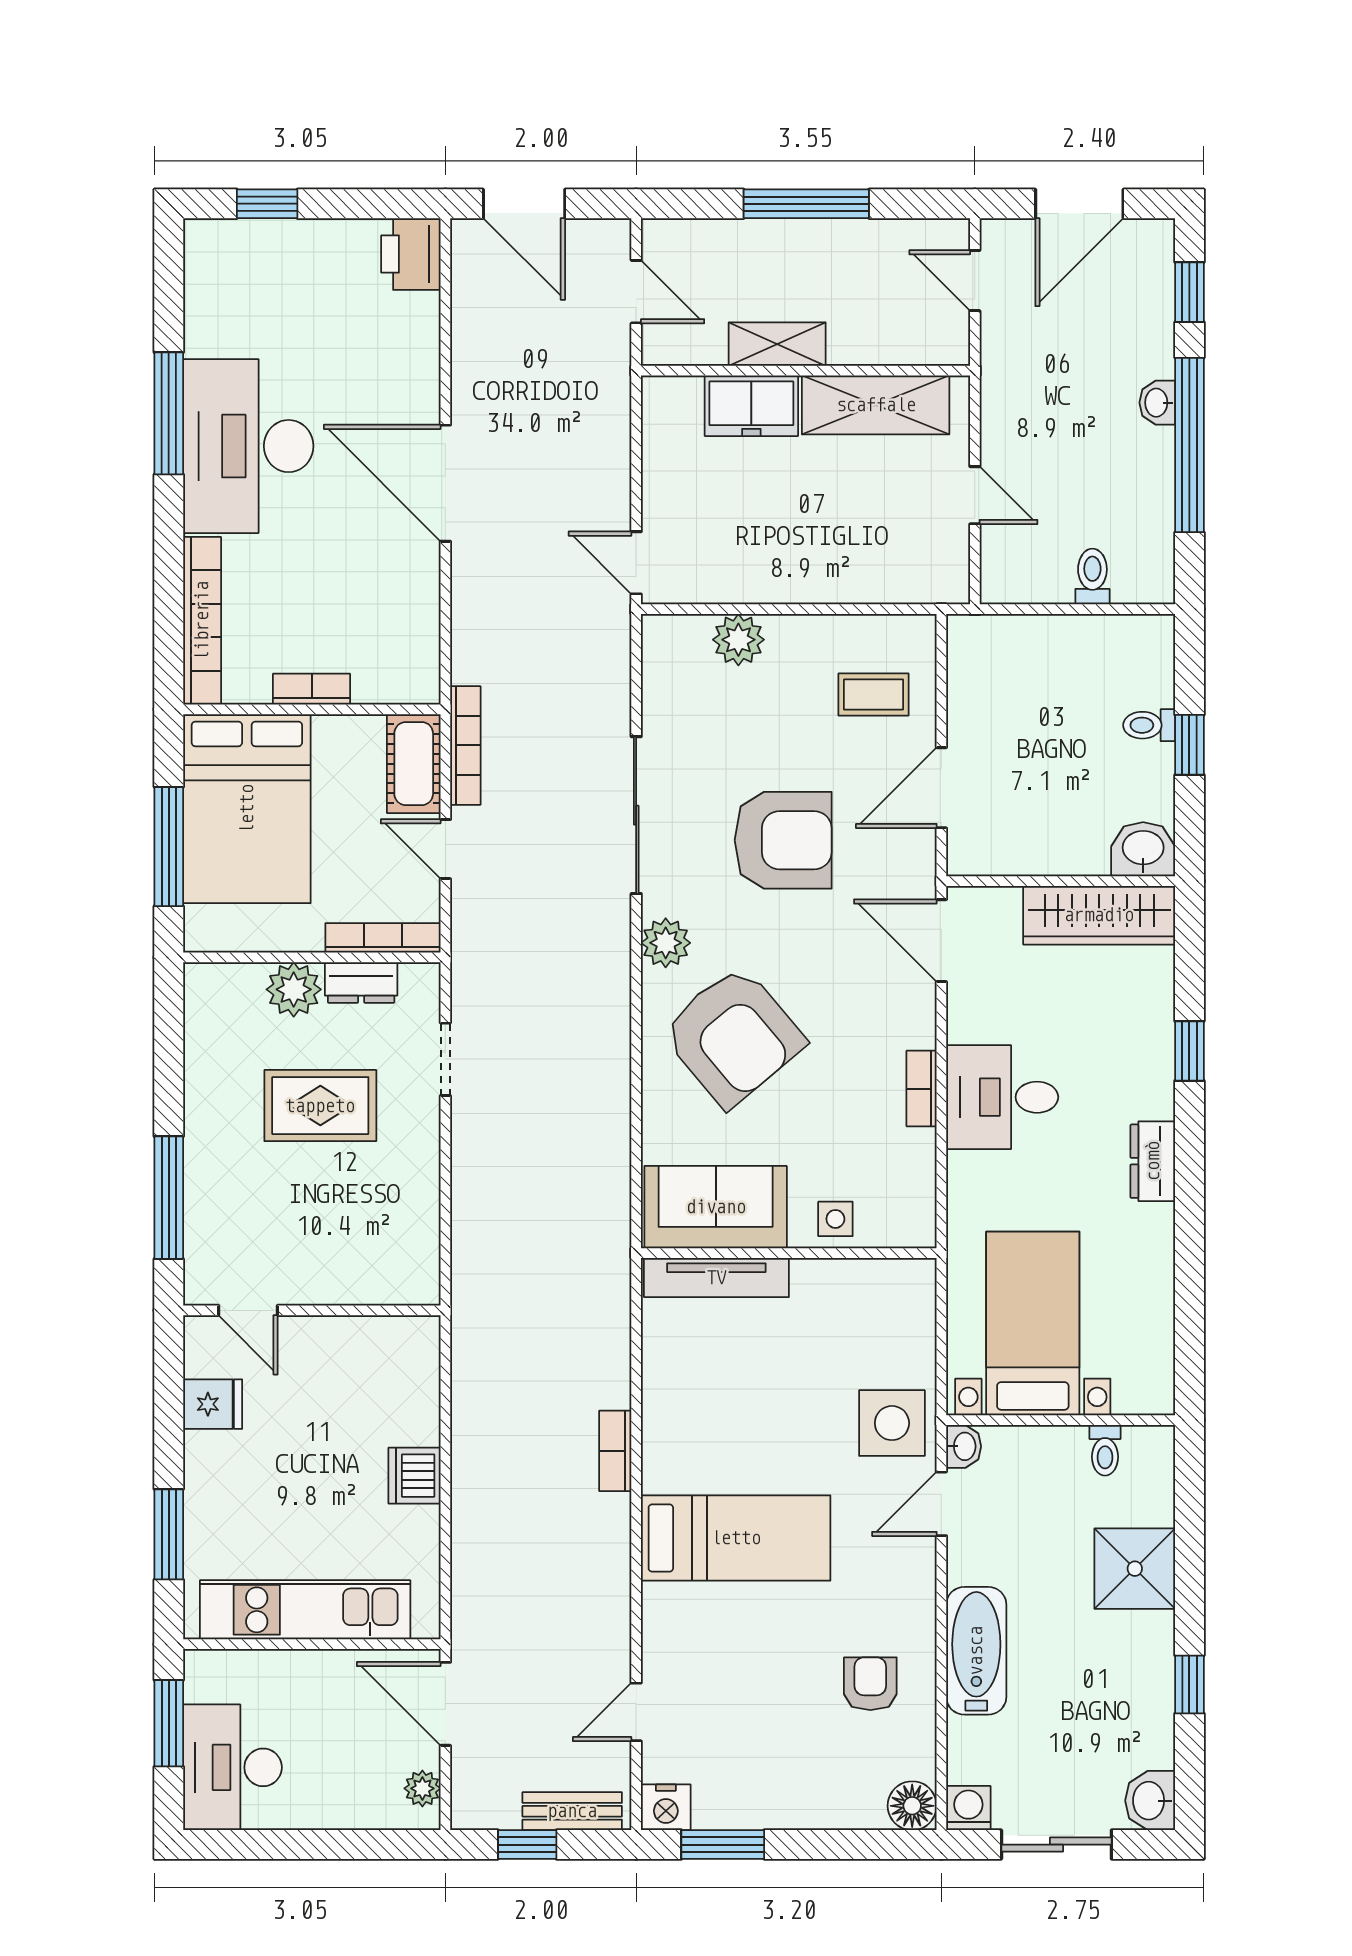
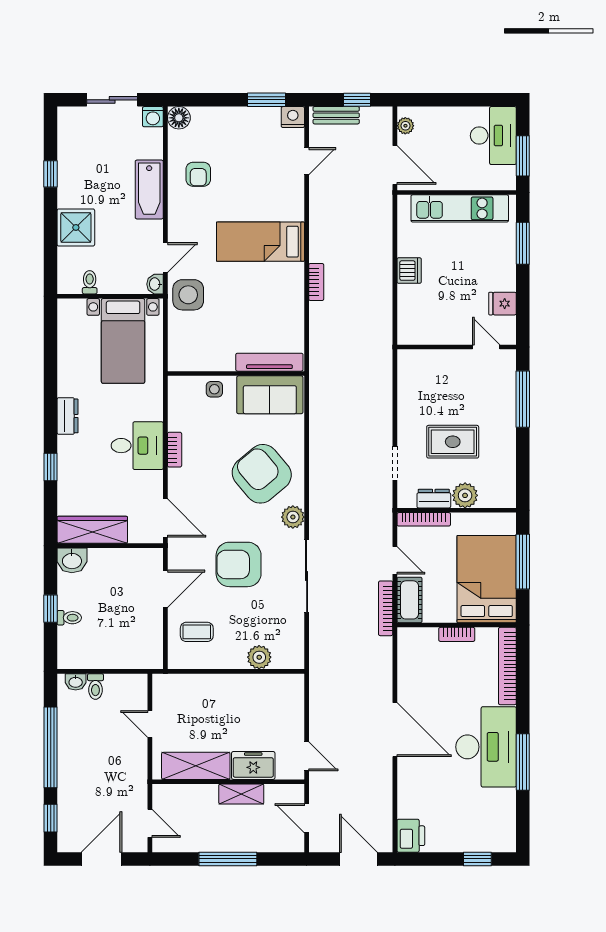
washbasin: (1157, 403) -> (76, 682), moved, turned 90
door: (636, 563) -> (307, 756), moved
washbasin: (1150, 1801) -> (69, 120), removed

